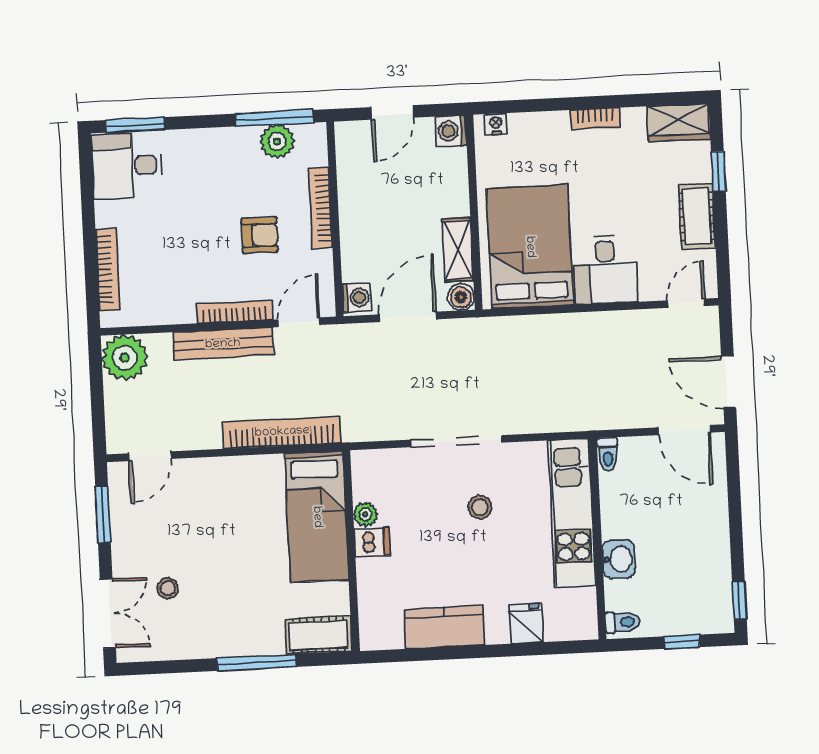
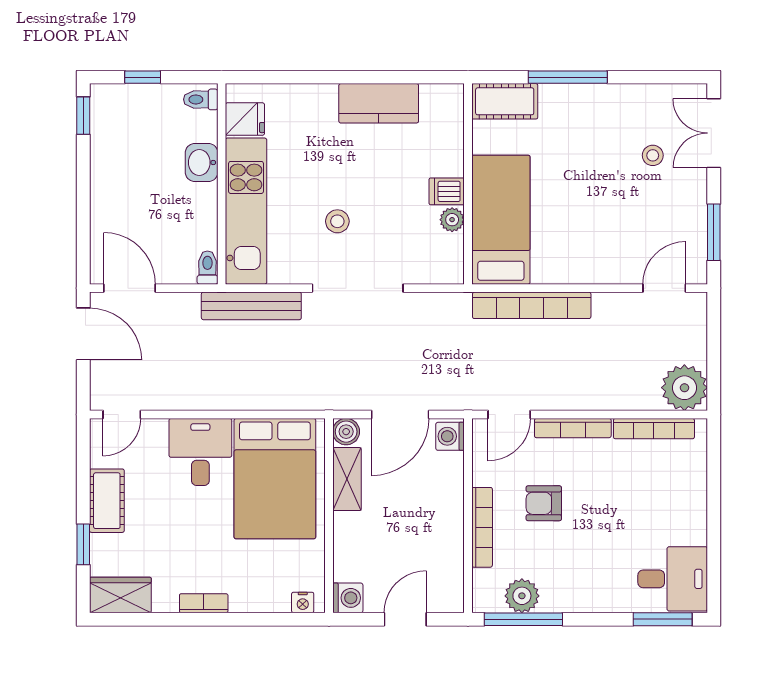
bookcase: (108, 270) -> (654, 429), moved, turned -90
bench: (223, 344) -> (251, 306), moved
fridge: (526, 623) -> (245, 119), moved, turned -90

